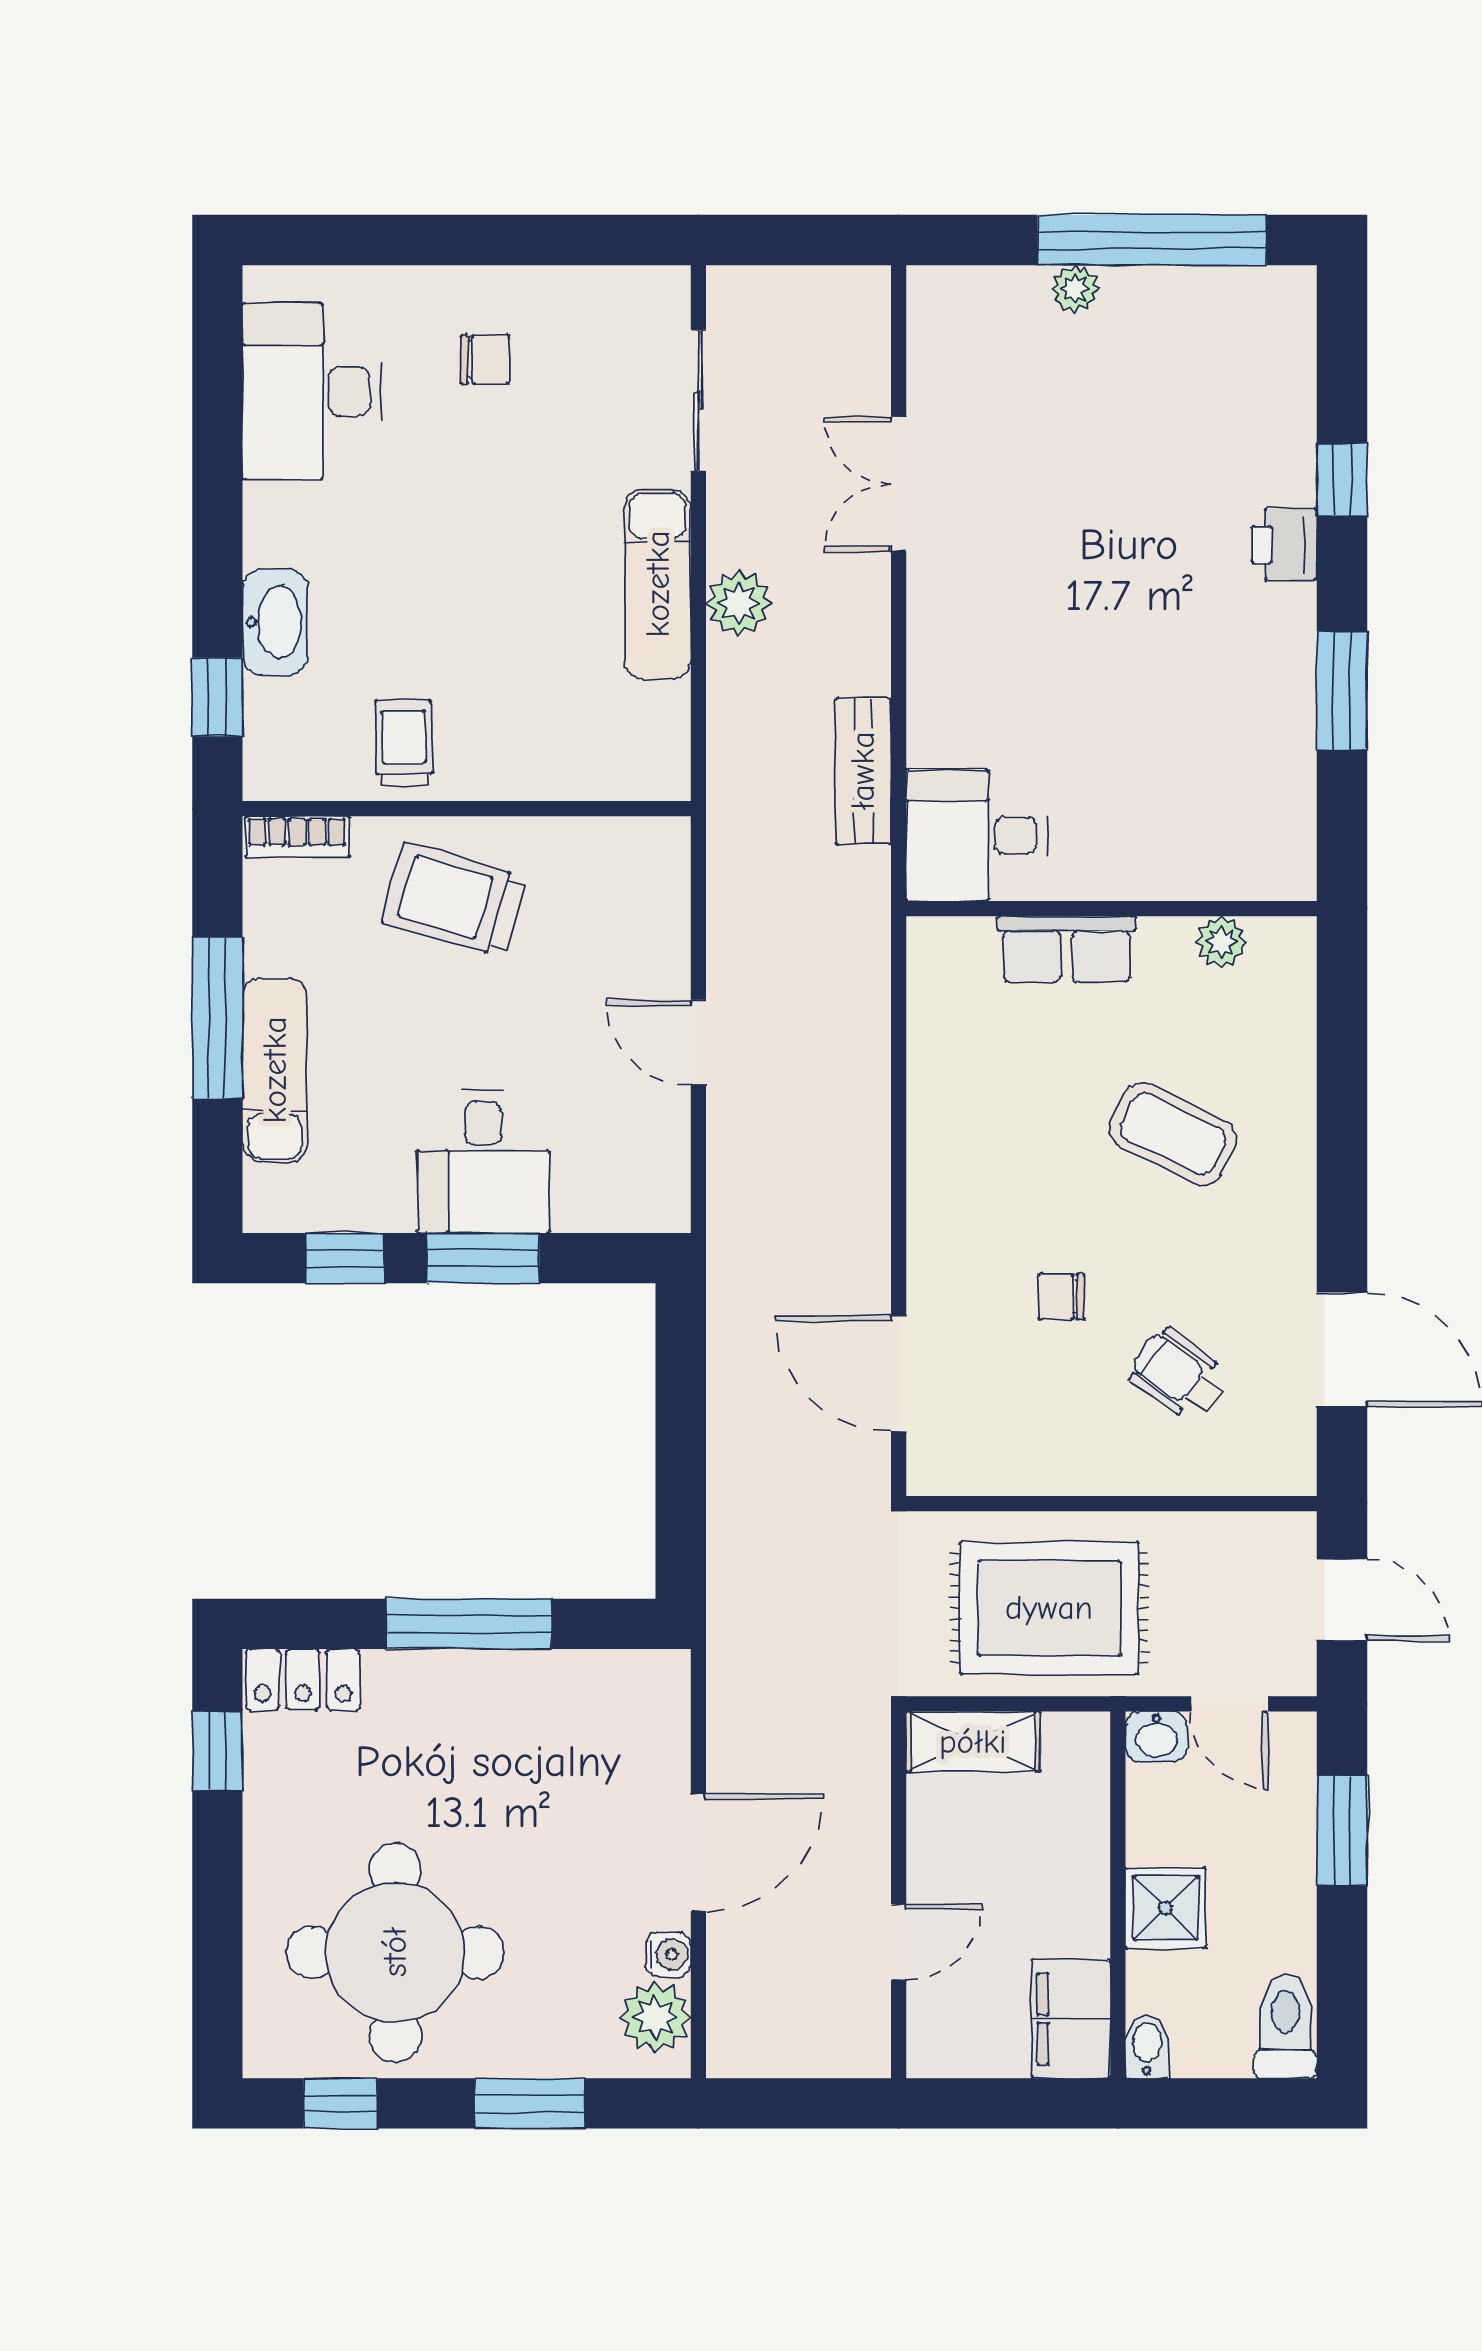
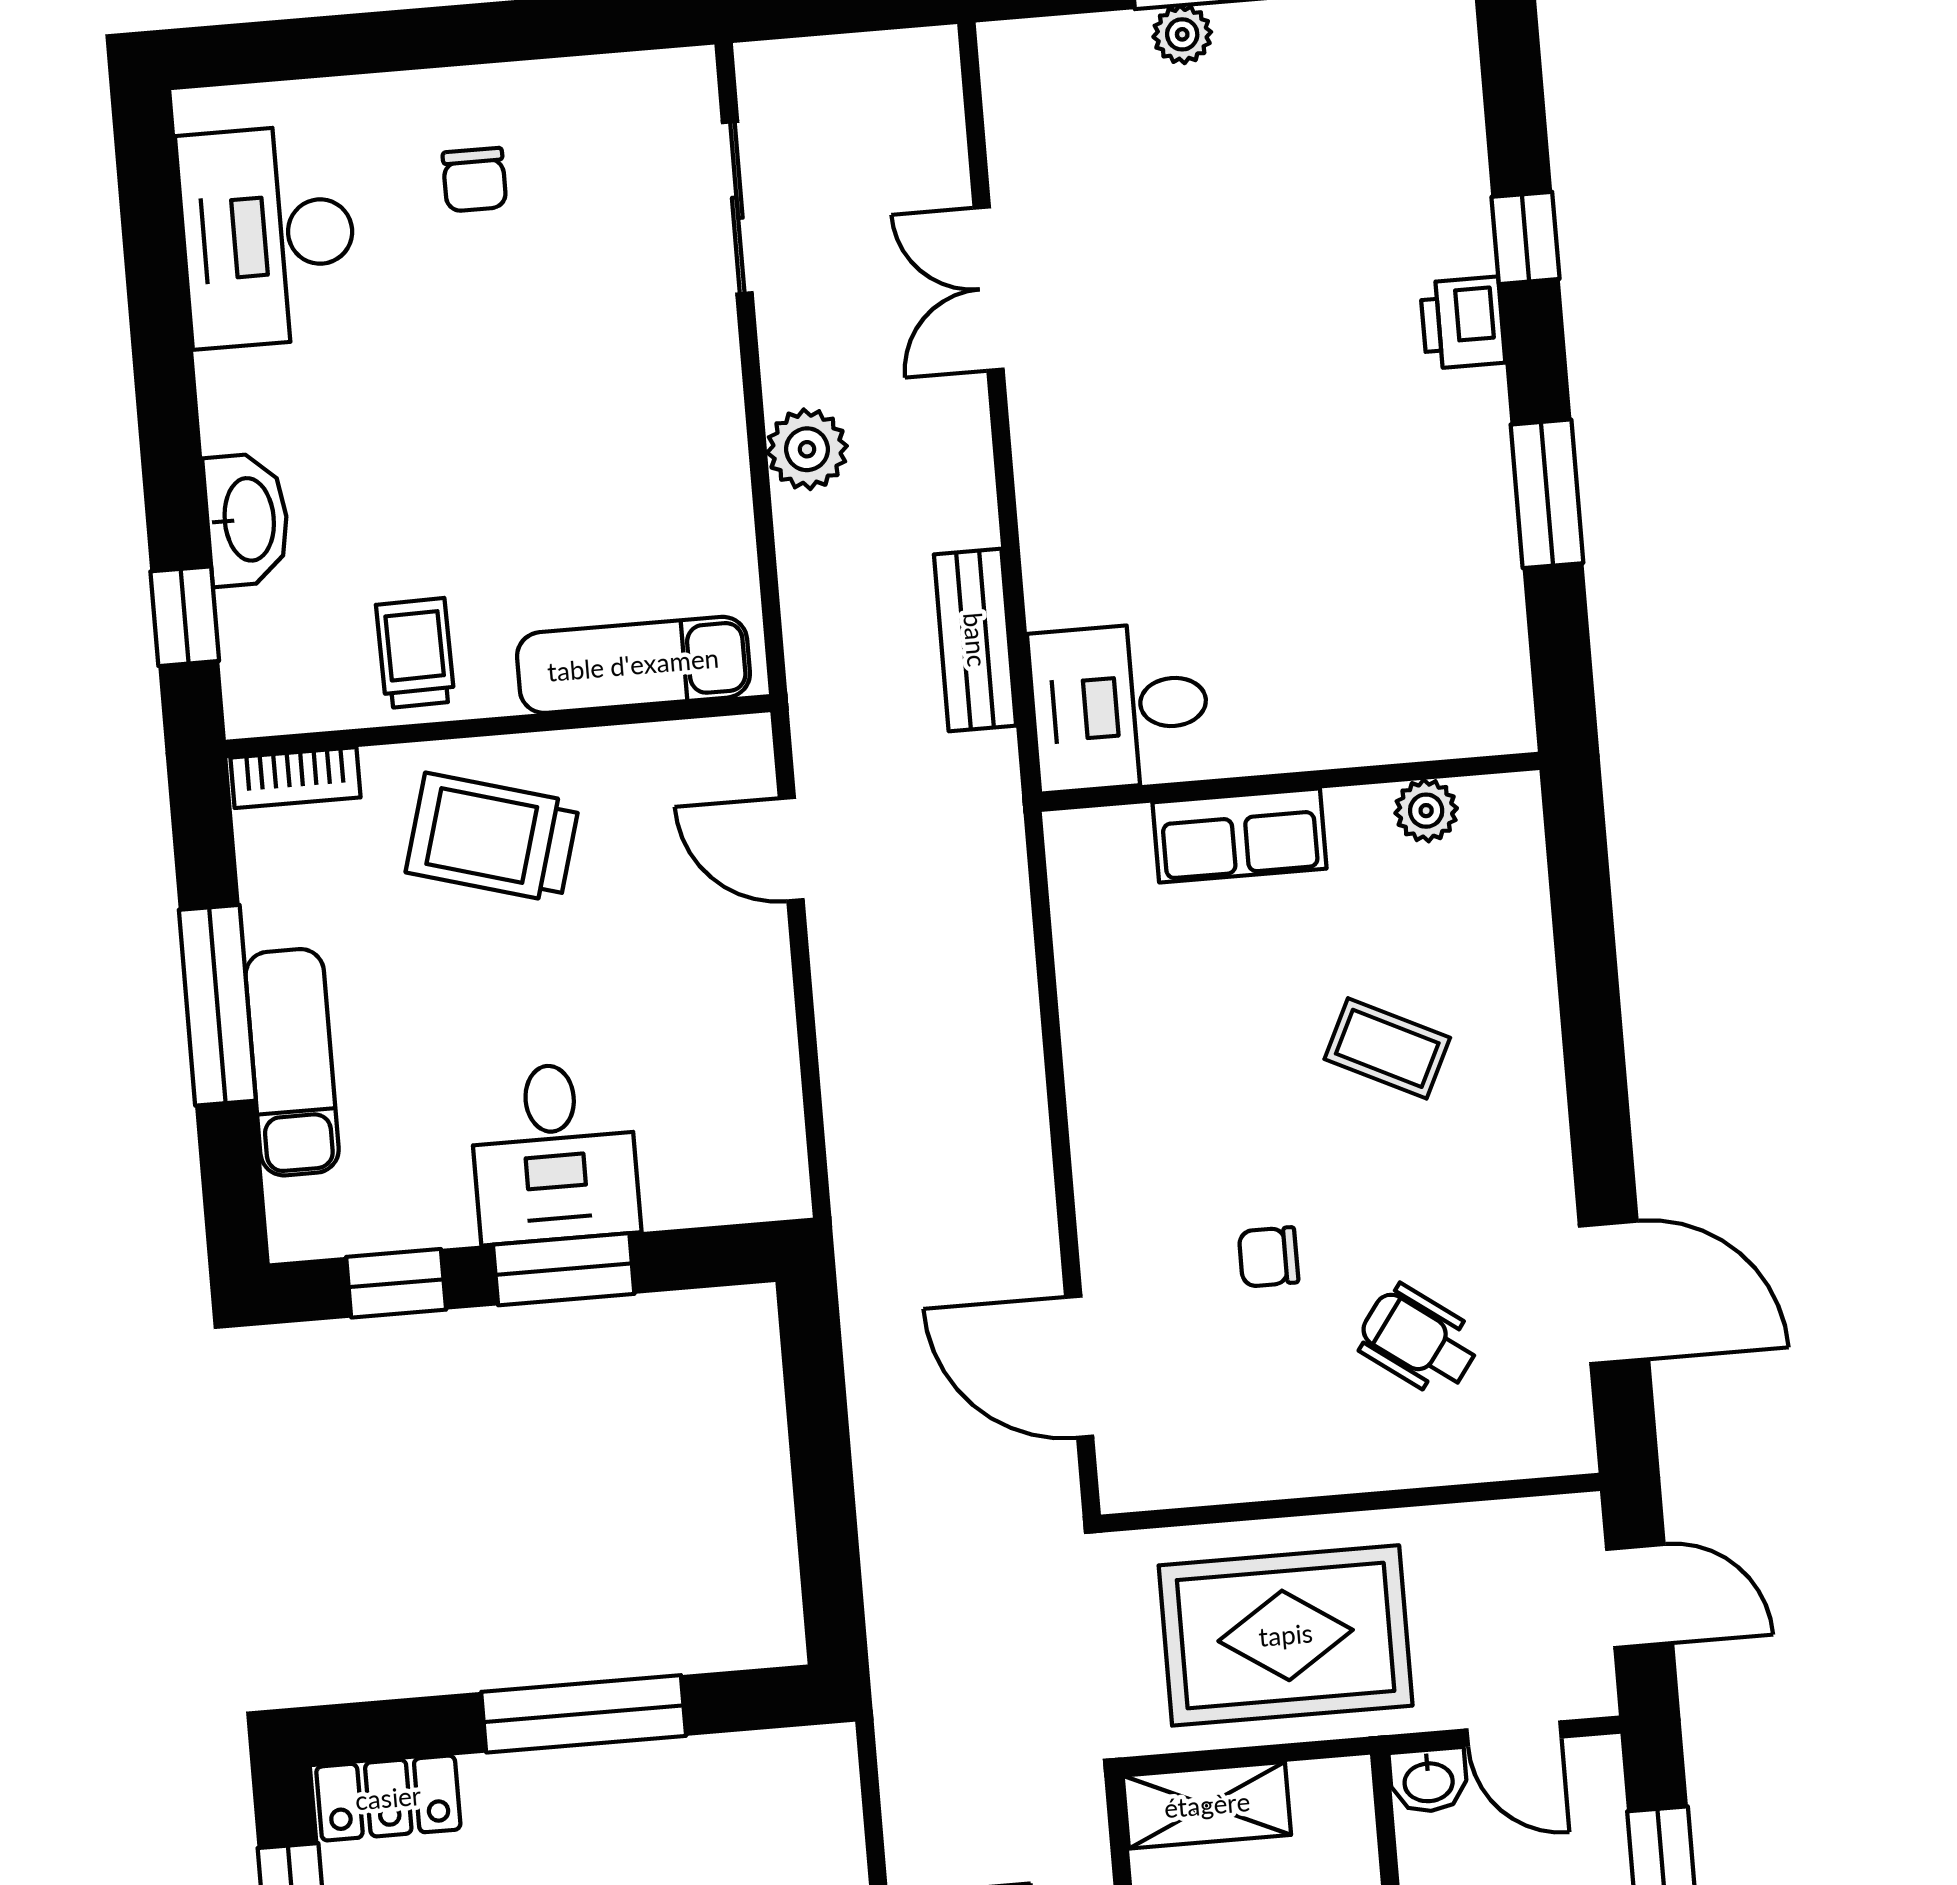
chair: (485, 359) -> (474, 180), turned 90
exam couch: (658, 584) -> (633, 665), moved, turned 90
door: (698, 1042) -> (791, 849), moved
coffee table: (1173, 1134) -> (1387, 1048), width x0.73, depth x0.77

